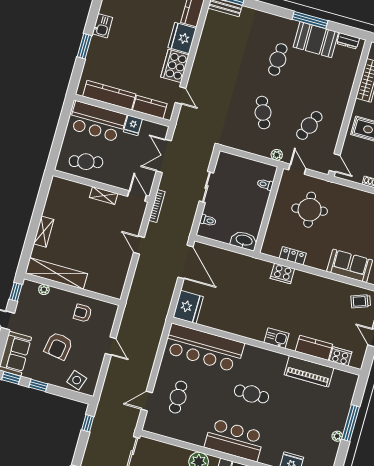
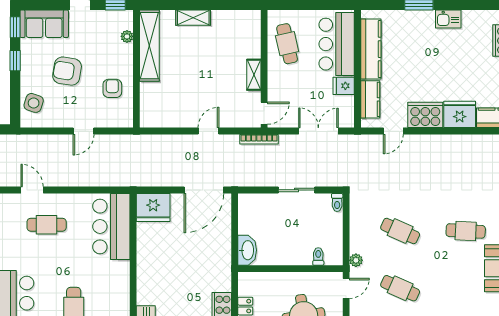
cafe table: (263, 113) -> (400, 231), turned 45
toilet: (208, 220) -> (337, 202), moved
bar counter: (204, 348) -> (111, 226), width x0.73

